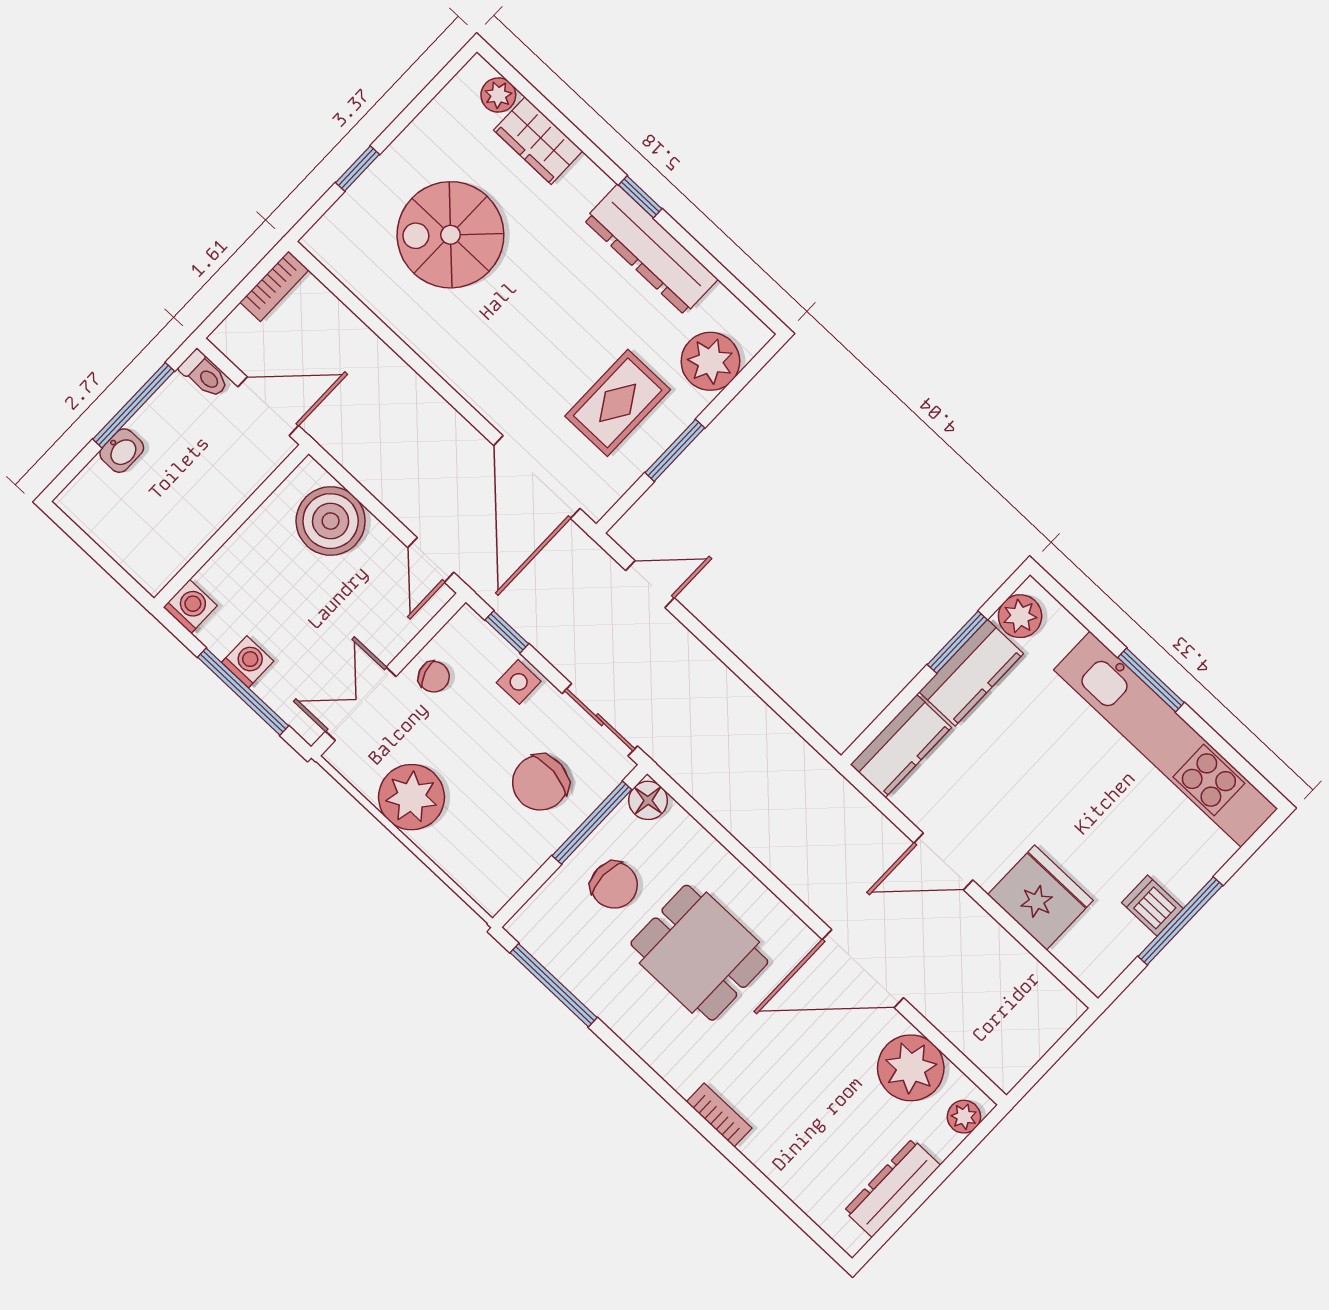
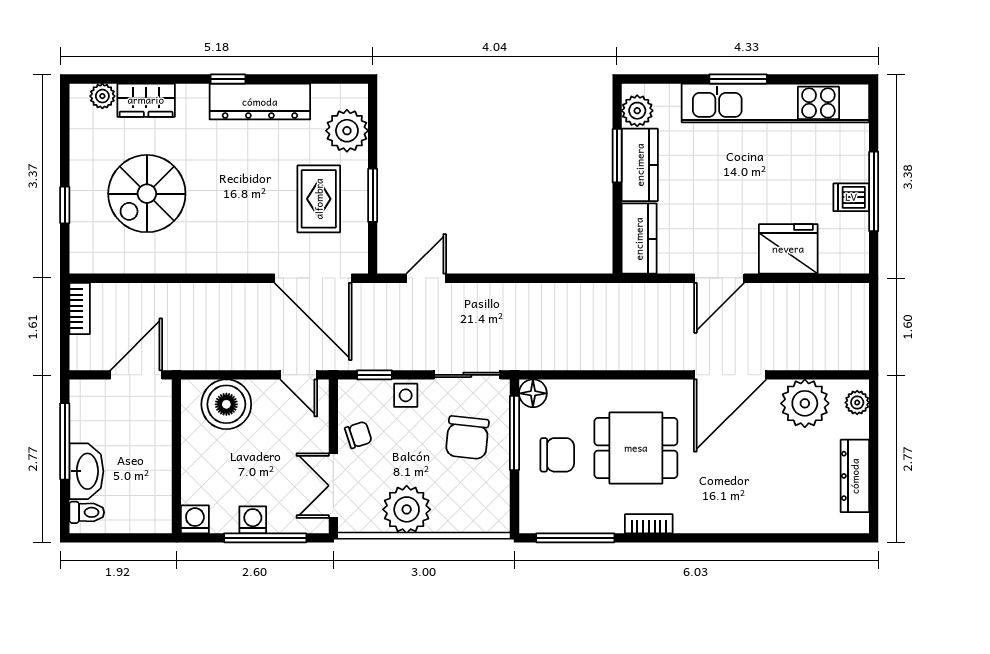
toilet: (204, 375) -> (87, 512), moved
washbasin: (122, 451) -> (86, 471), width x1.91, depth x1.45
bookcase: (719, 1115) -> (649, 524), moved

